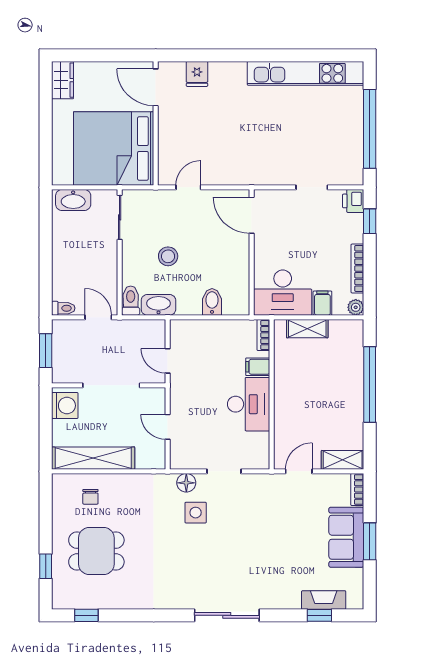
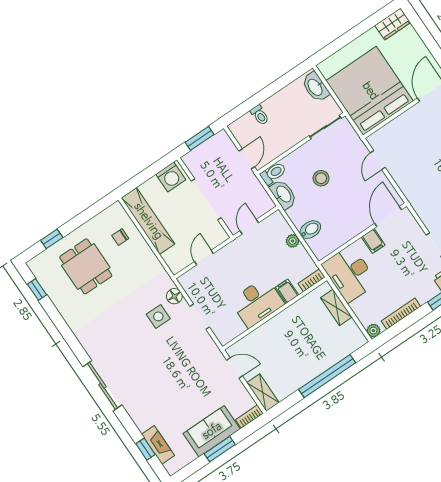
door: (188, 187) -> (378, 160), swing flipped
filing cabinet: (322, 303) -> (373, 241), moved, turned 90
toilet: (63, 308) -> (260, 115), moved
plant: (211, 327) -> (293, 241), added

